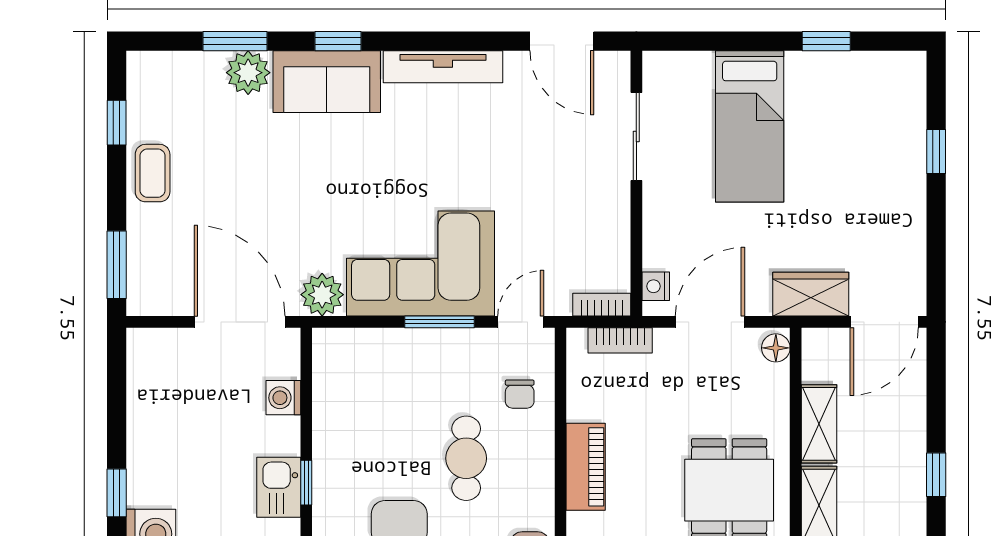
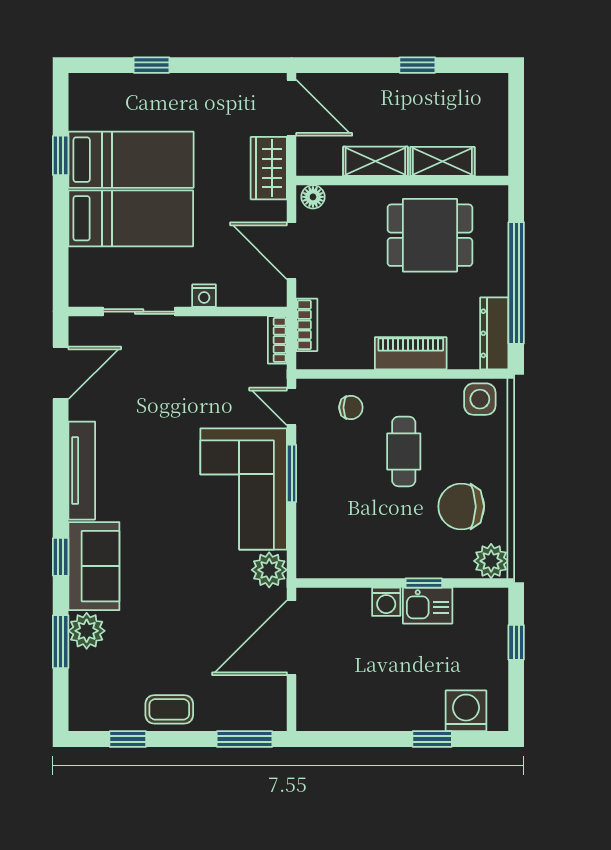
bed: (821, 127) -> (131, 160), added
nightstand: (656, 286) -> (204, 296), moved
washing machine: (283, 398) -> (386, 602), moved
cafe table: (466, 458) -> (404, 451), turned 90

